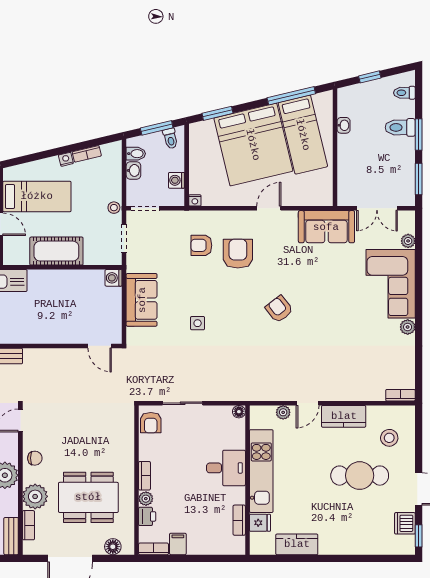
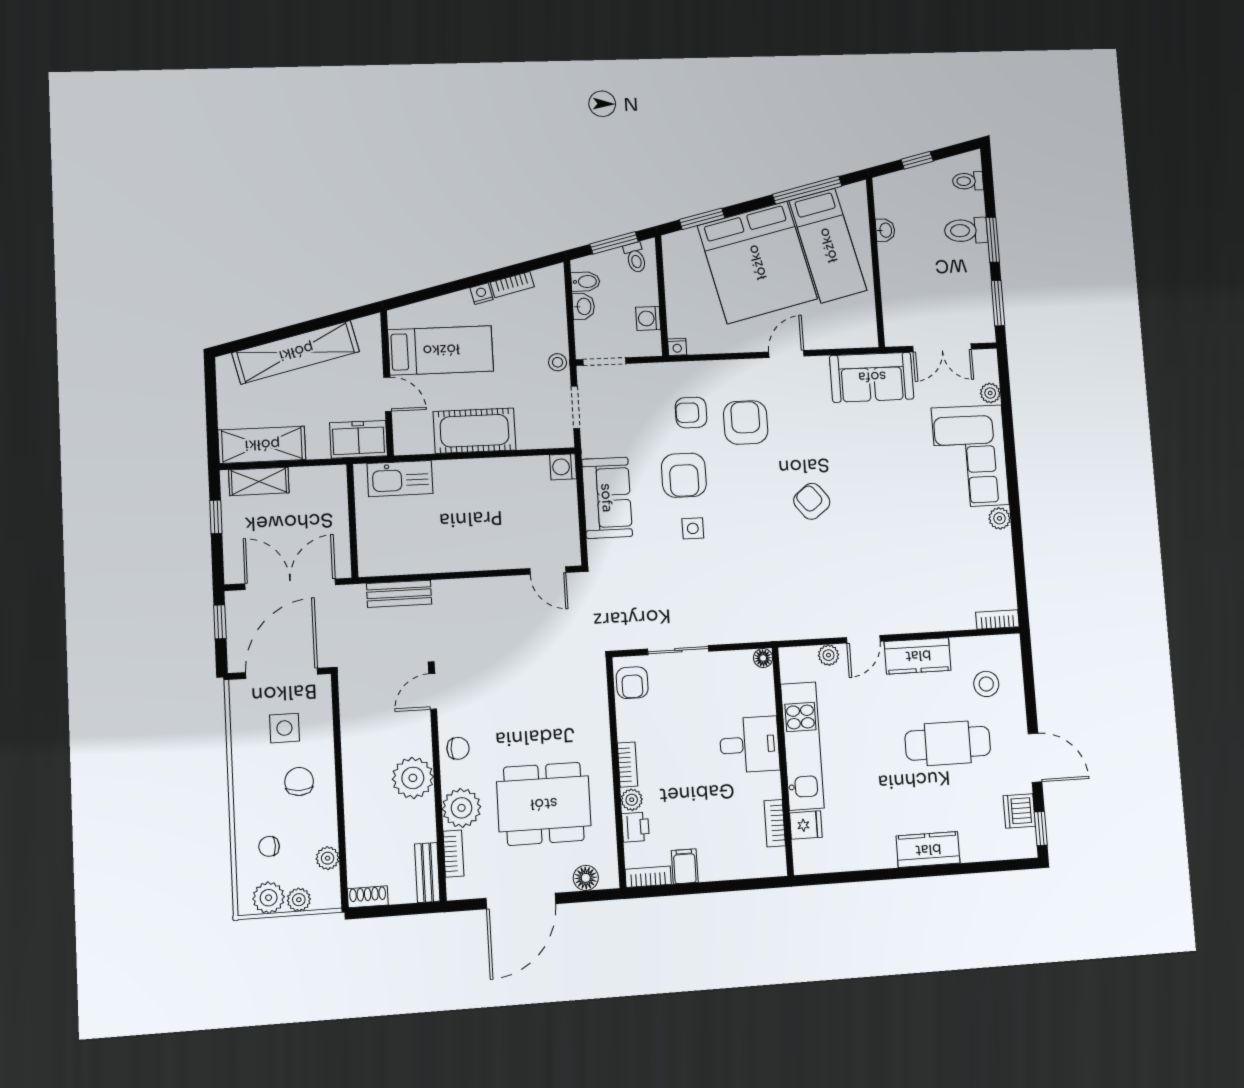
armchair: (194, 287) -> (684, 475), added
kitchen counter: (297, 544) -> (928, 850), moved

